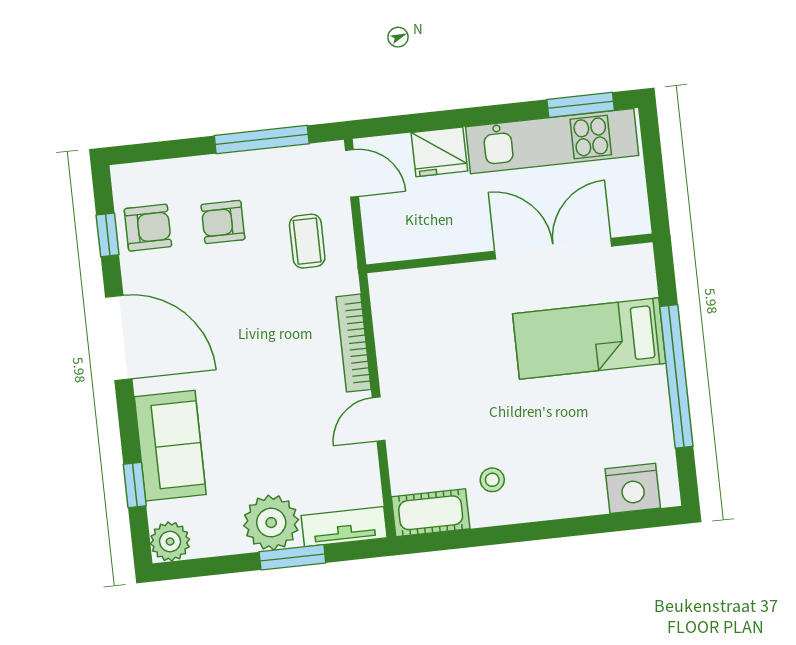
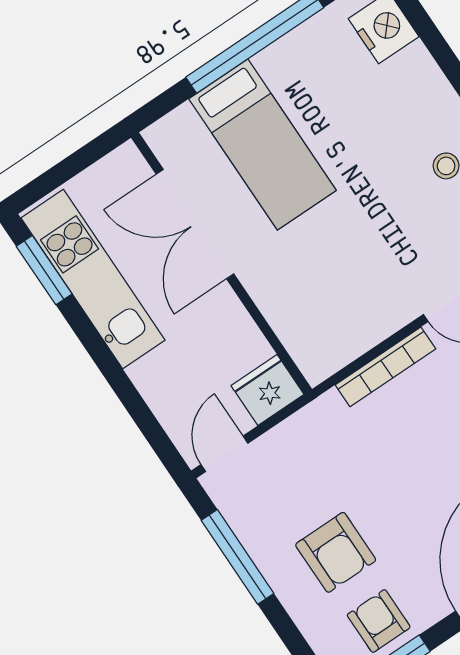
fridge: (439, 152) -> (268, 390), moved, turned -90
armchair: (223, 222) -> (336, 552), width x1.38, depth x1.38
coffee table: (307, 241) -> (311, 462), removed

